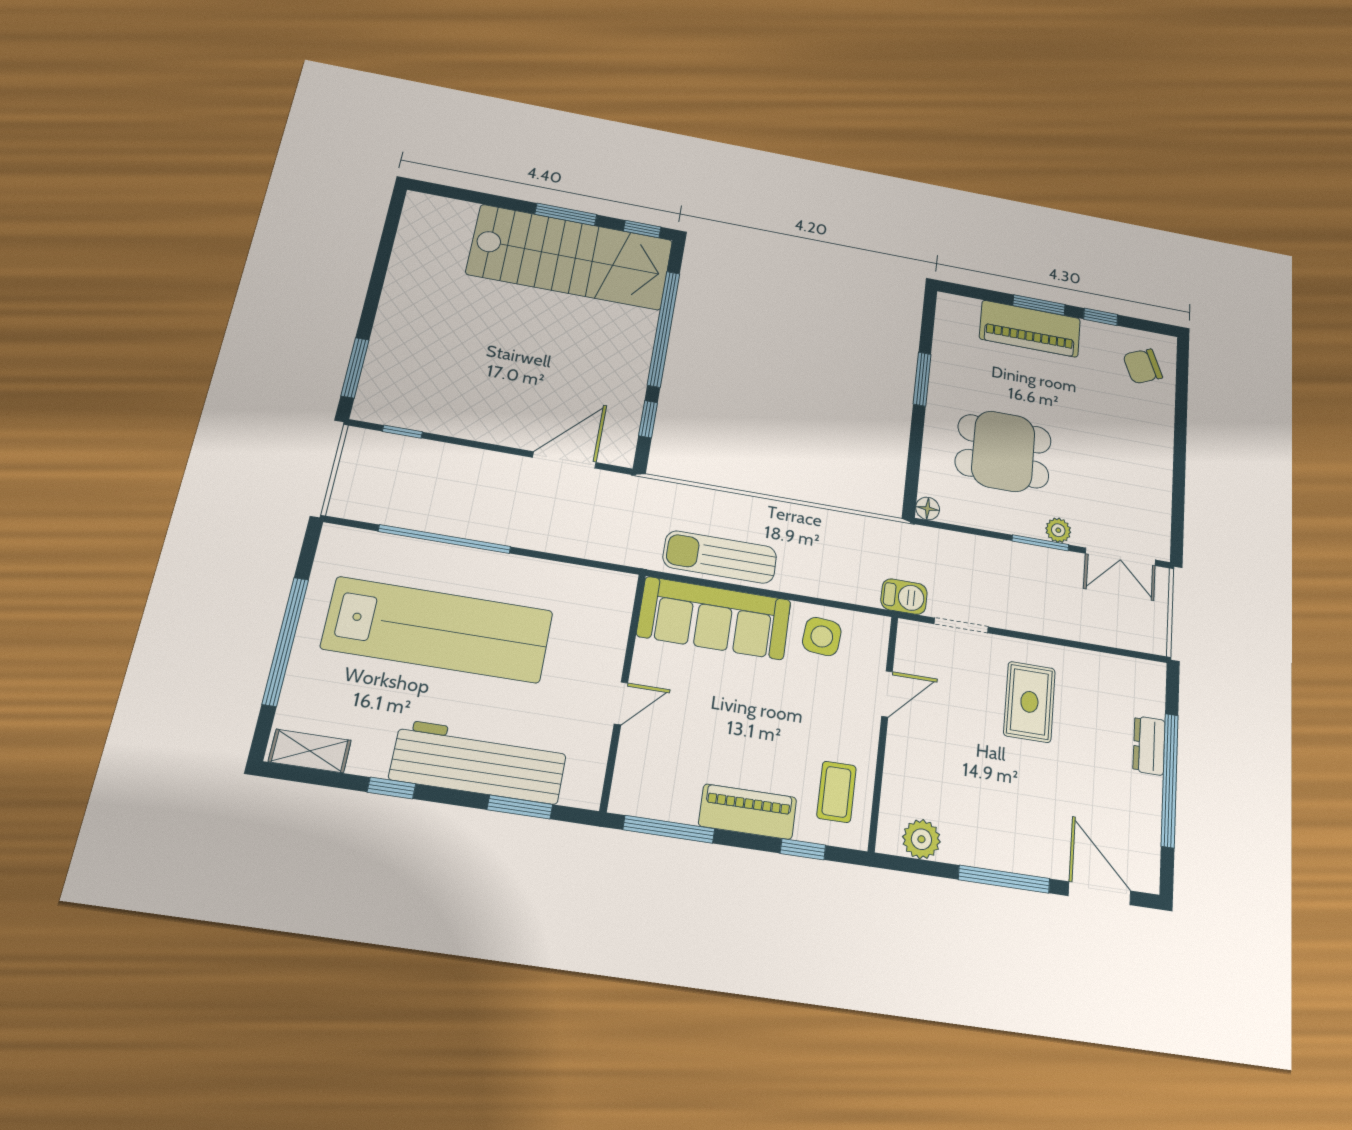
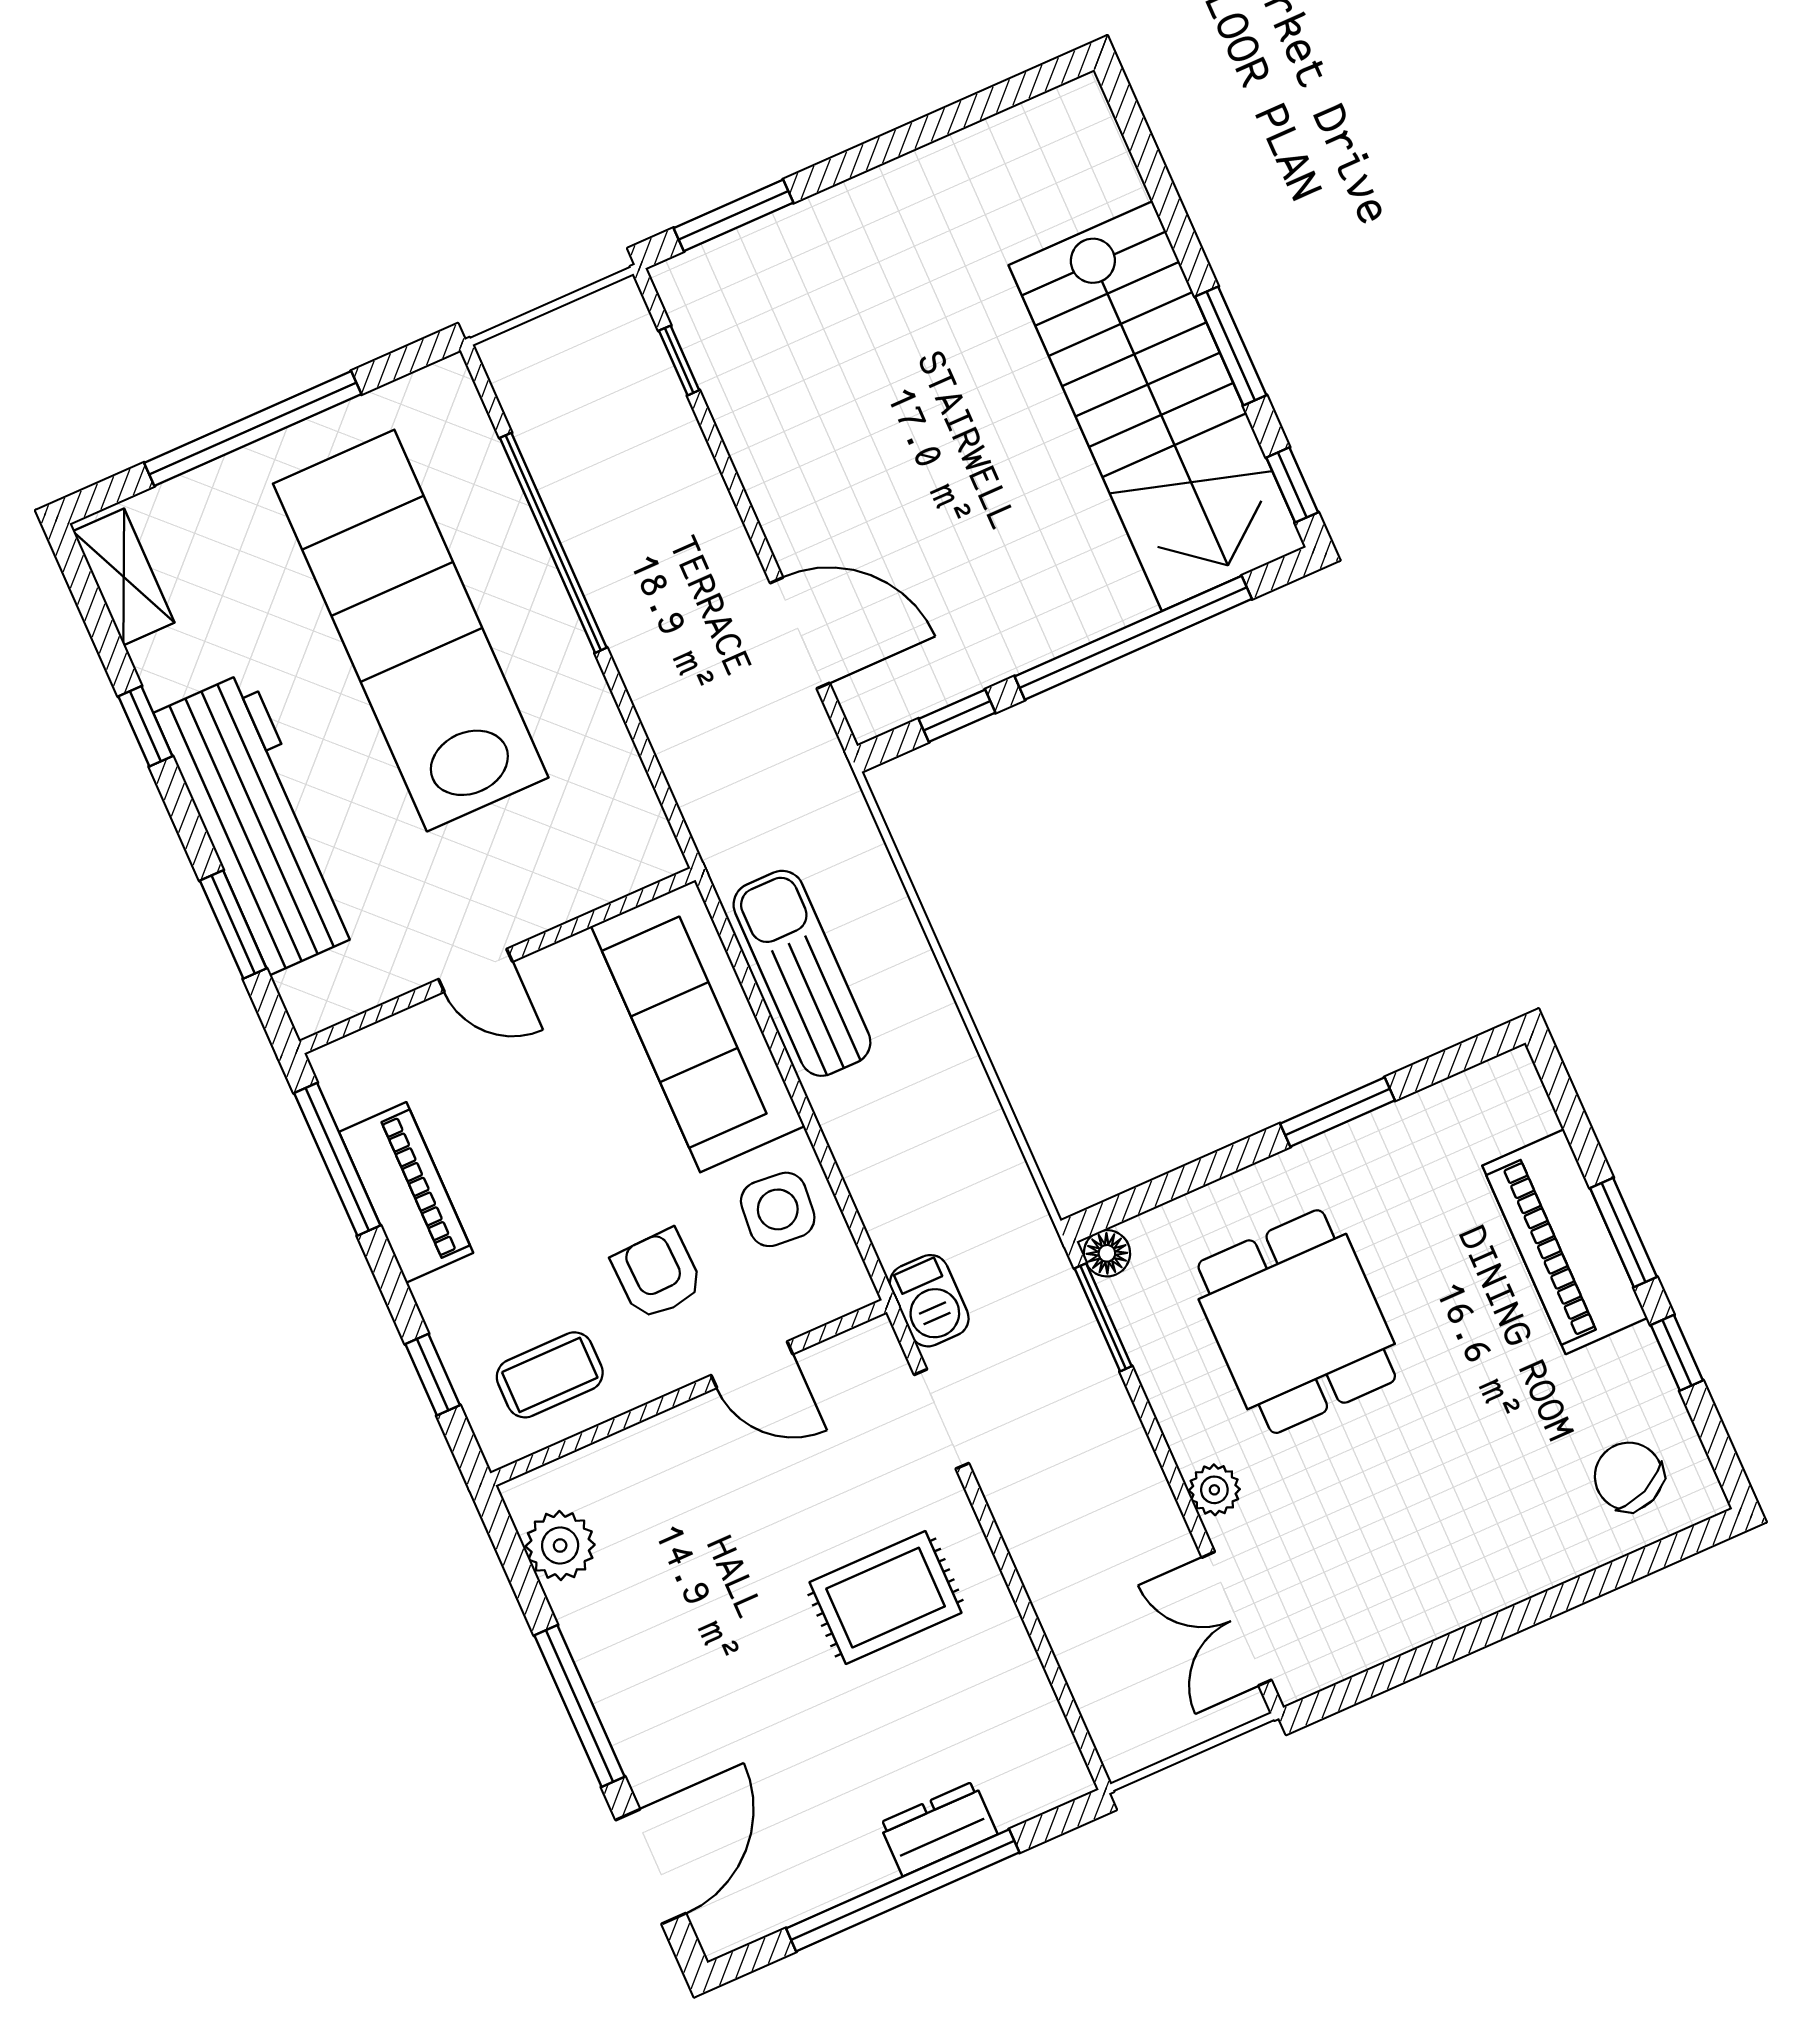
window: (1040, 543) -> (1103, 1317), moved
lab bench: (438, 630) -> (411, 631), turned 180
armchair: (819, 710) -> (658, 1274), added
piano: (748, 812) -> (406, 1192), moved

